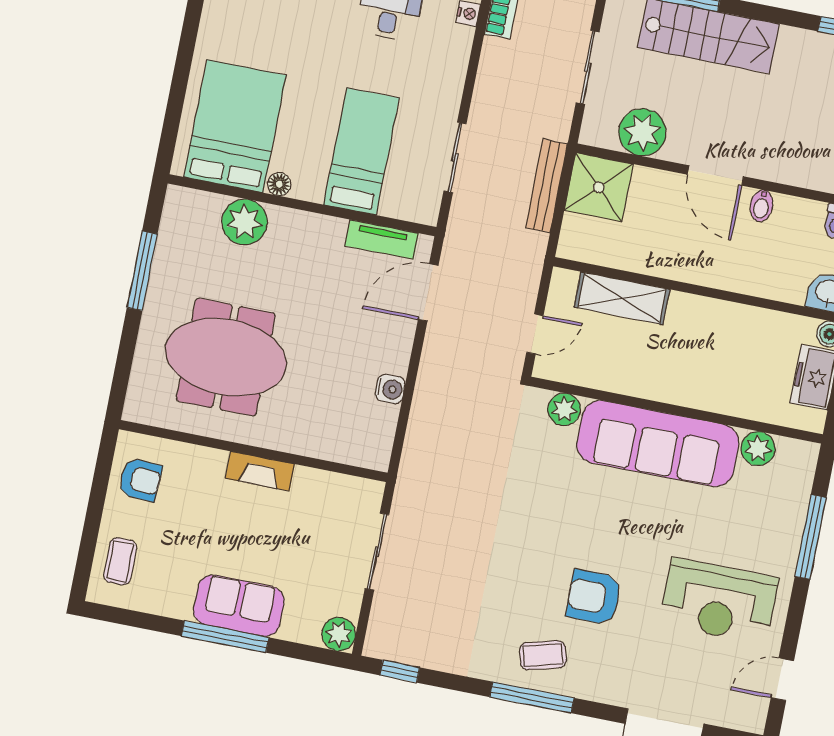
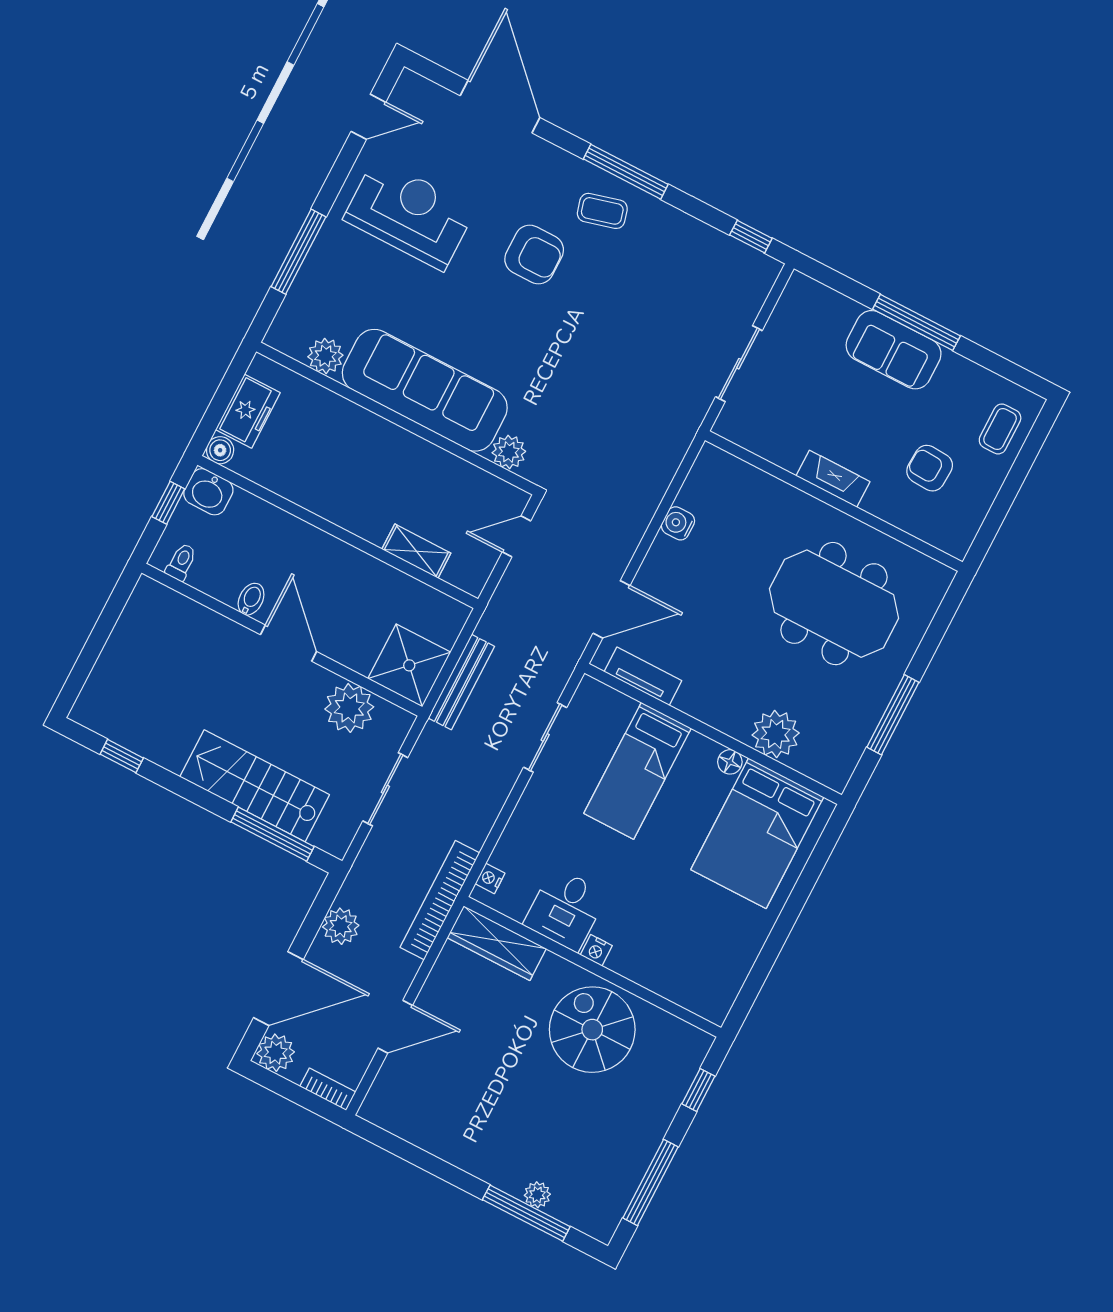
shelving: (622, 298) -> (416, 551), width x0.67, depth x0.75
armchair: (140, 480) -> (930, 468), moved
plant: (339, 634) -> (801, 292), removed

